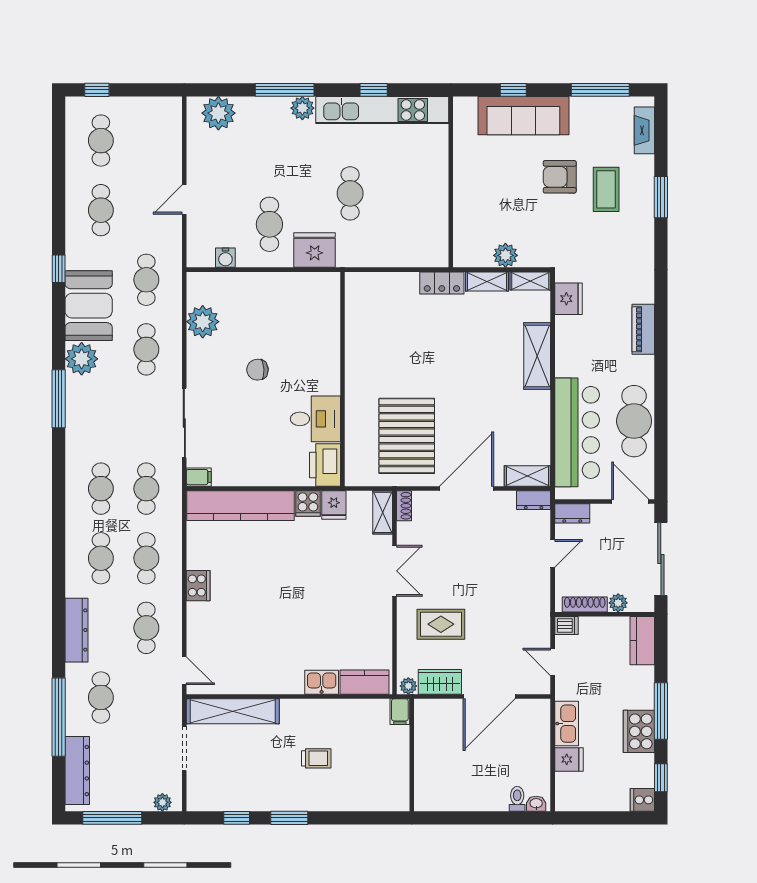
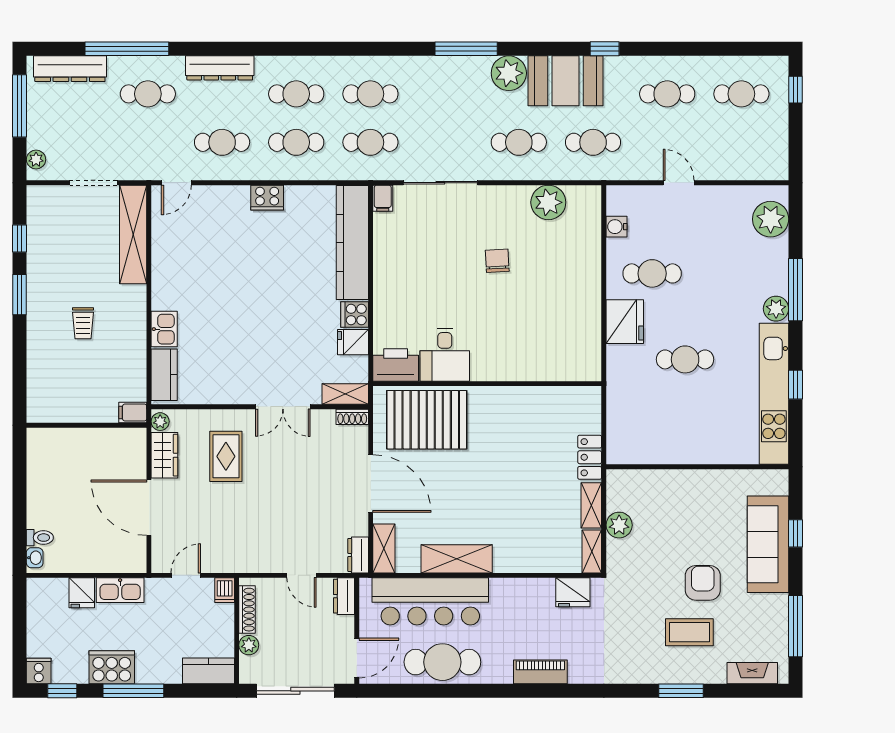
shelving: (537, 356) -> (457, 559), moved
wall: (342, 379) -> (487, 384), moved
desk: (315, 419) -> (445, 355), moved
printer: (325, 465) -> (396, 365), moved

